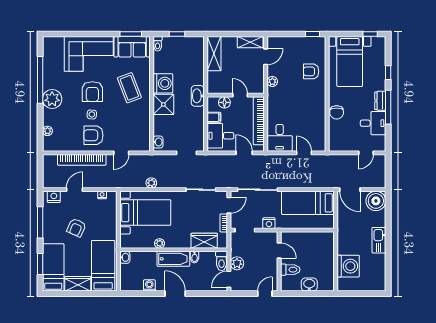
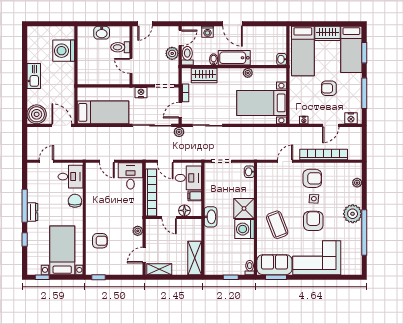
desk: (373, 123) -> (70, 177), moved, turned 180
plant: (151, 183) -> (179, 132), moved
armchair: (76, 228) -> (329, 88), turned -114
washing machine: (149, 285) -> (207, 32), moved

